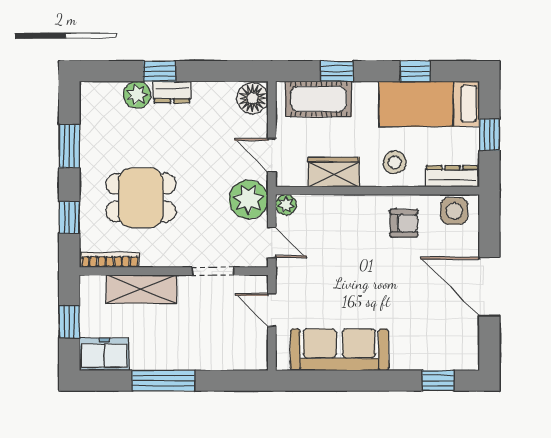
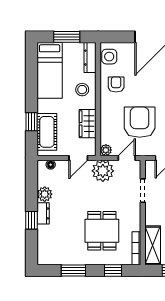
window: (415, 71) -> (31, 78), removed
plant: (137, 95) -> (45, 194), moved
floor lamp: (252, 98) -> (51, 165), width x0.53, depth x0.53
window: (489, 135) -> (67, 37), width x1.50
armchair: (336, 265) -> (140, 122), added
shelving: (141, 289) -> (153, 245), moved

